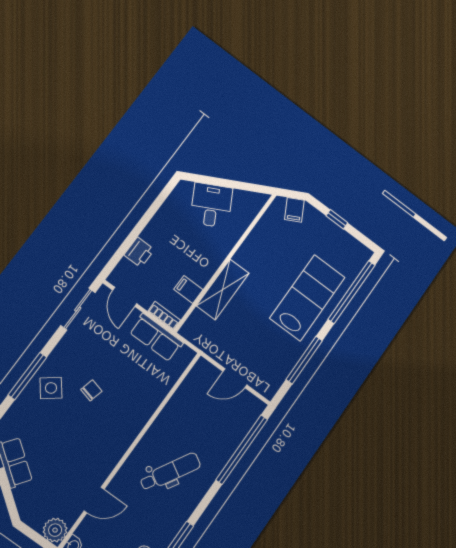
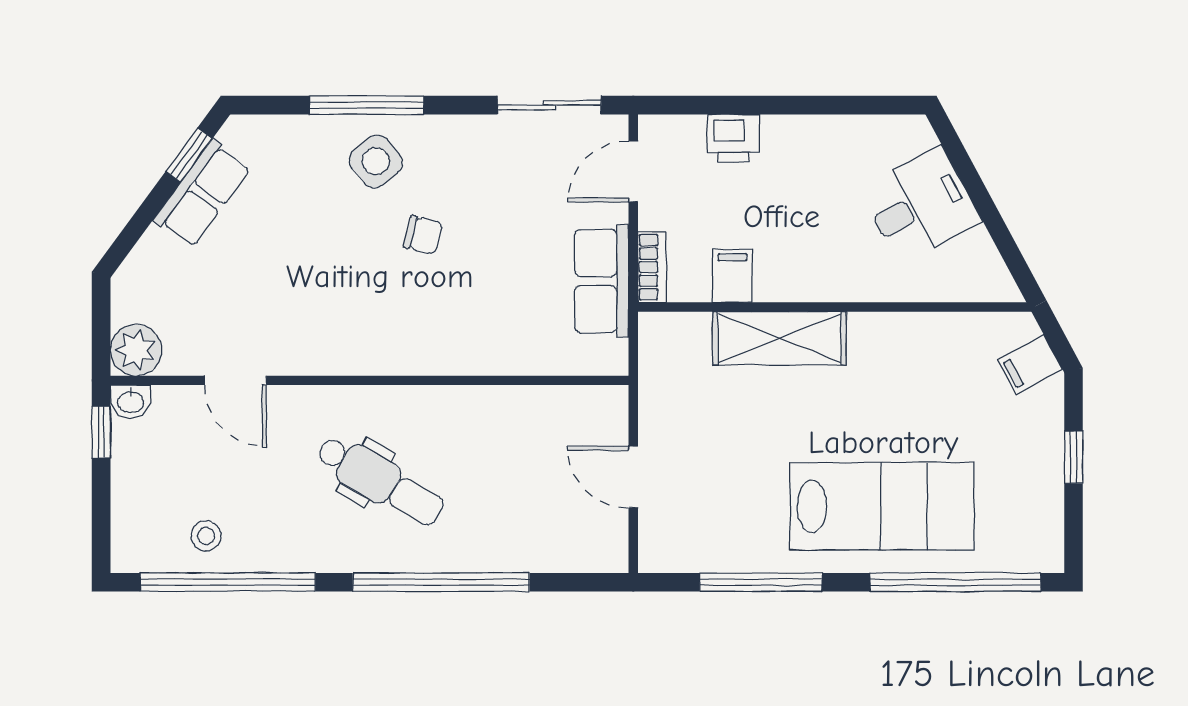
window: (242, 450) -> (441, 582), moved

